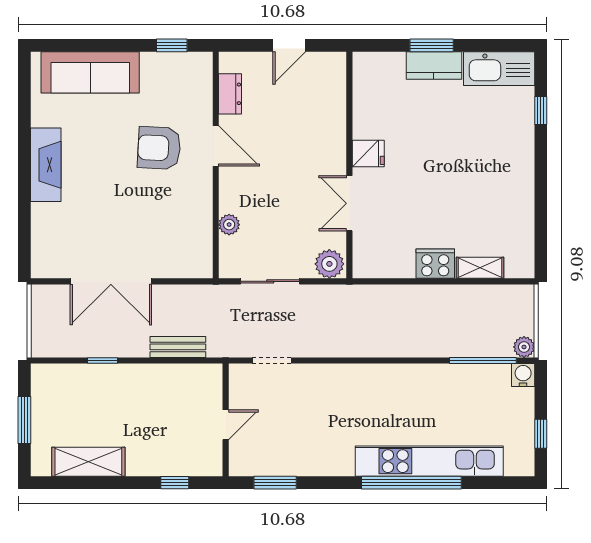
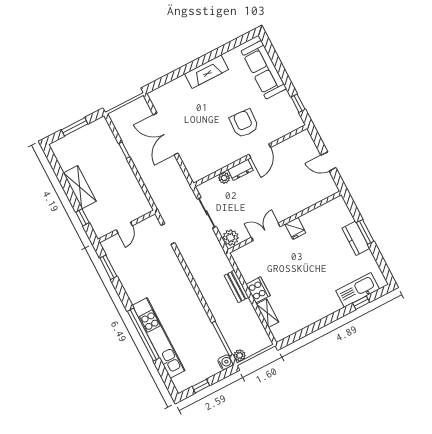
kitchen sink: (499, 69) -> (358, 290), moved, turned 90
dresser: (230, 94) -> (241, 170), moved
bench: (178, 347) -> (236, 286), moved
door: (226, 425) -> (124, 228), hinge flipped
shelving: (88, 462) -> (80, 187), moved

